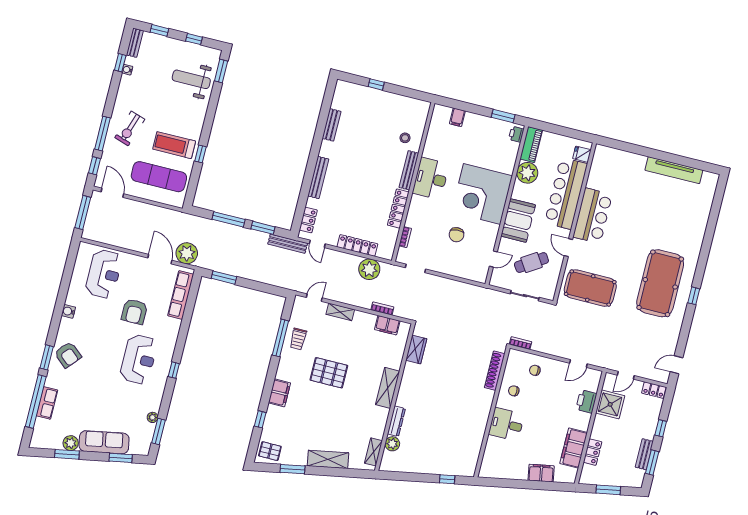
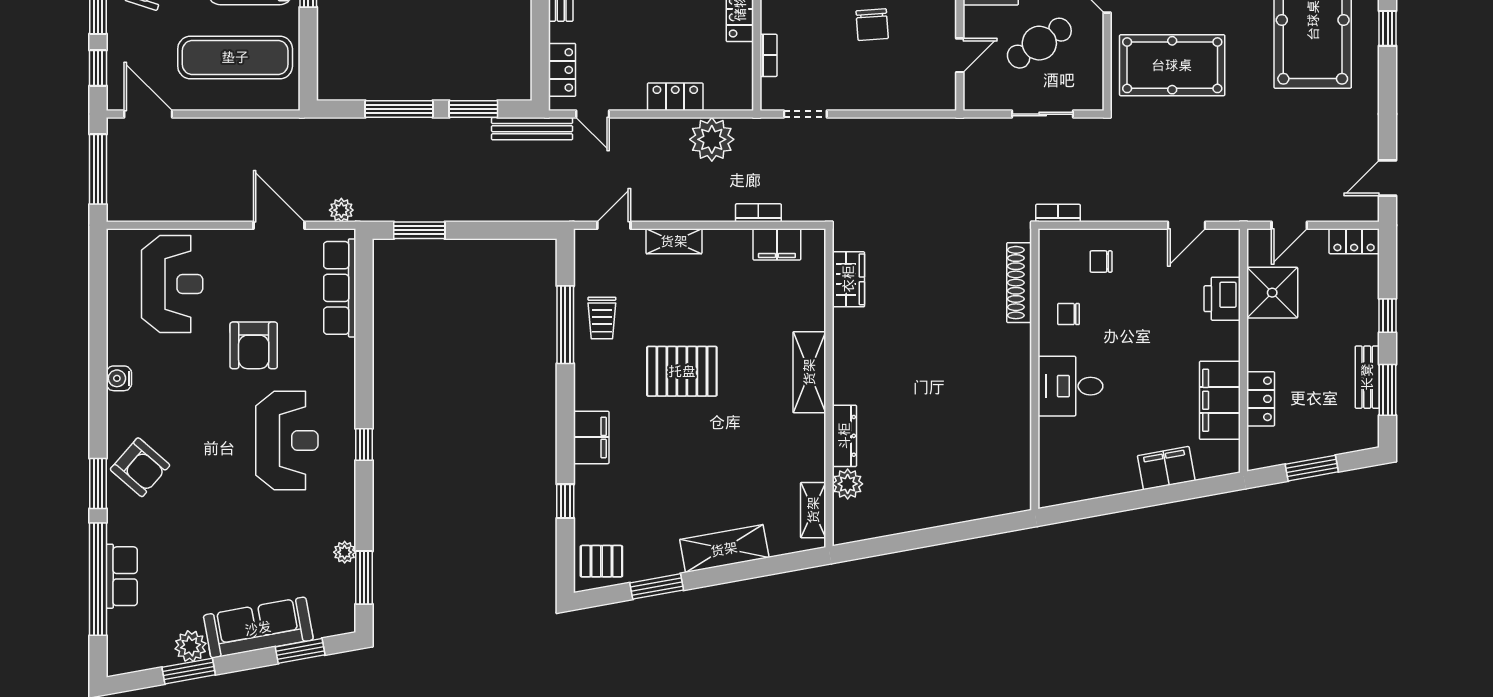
locker: (357, 245) -> (675, 97), width x0.66
plant: (187, 253) -> (341, 210), width x0.53, depth x0.53
window: (447, 479) -> (978, 528), removed

